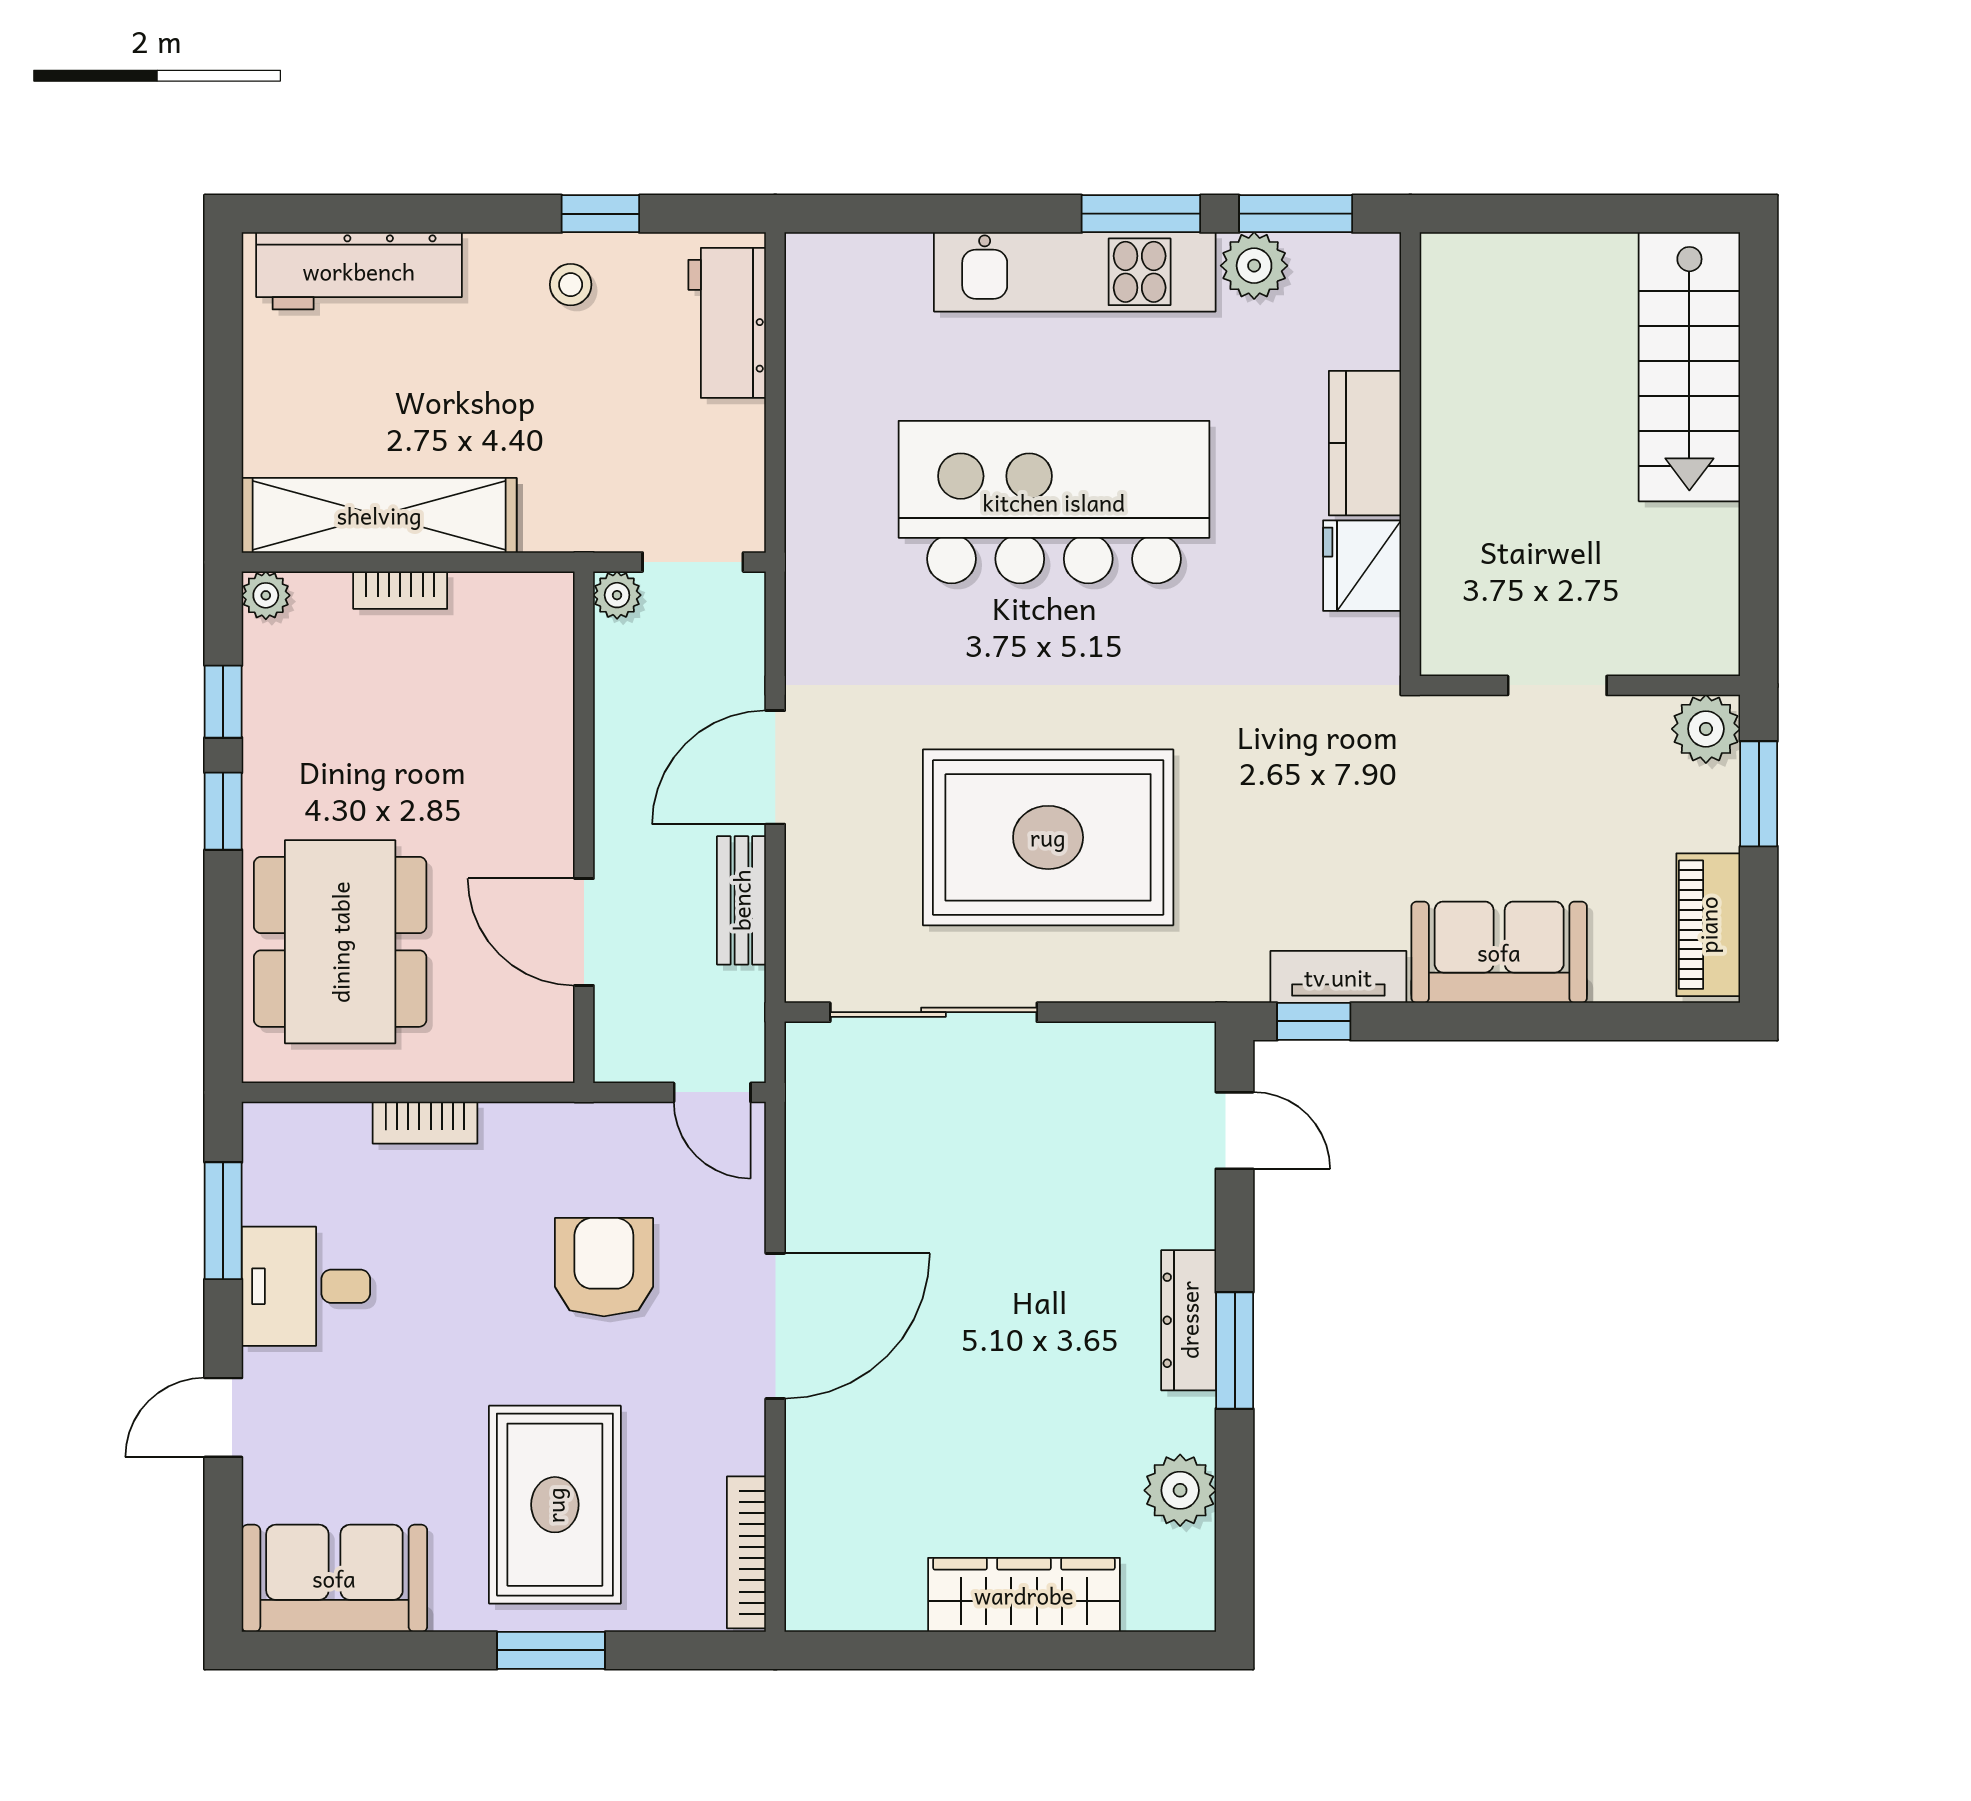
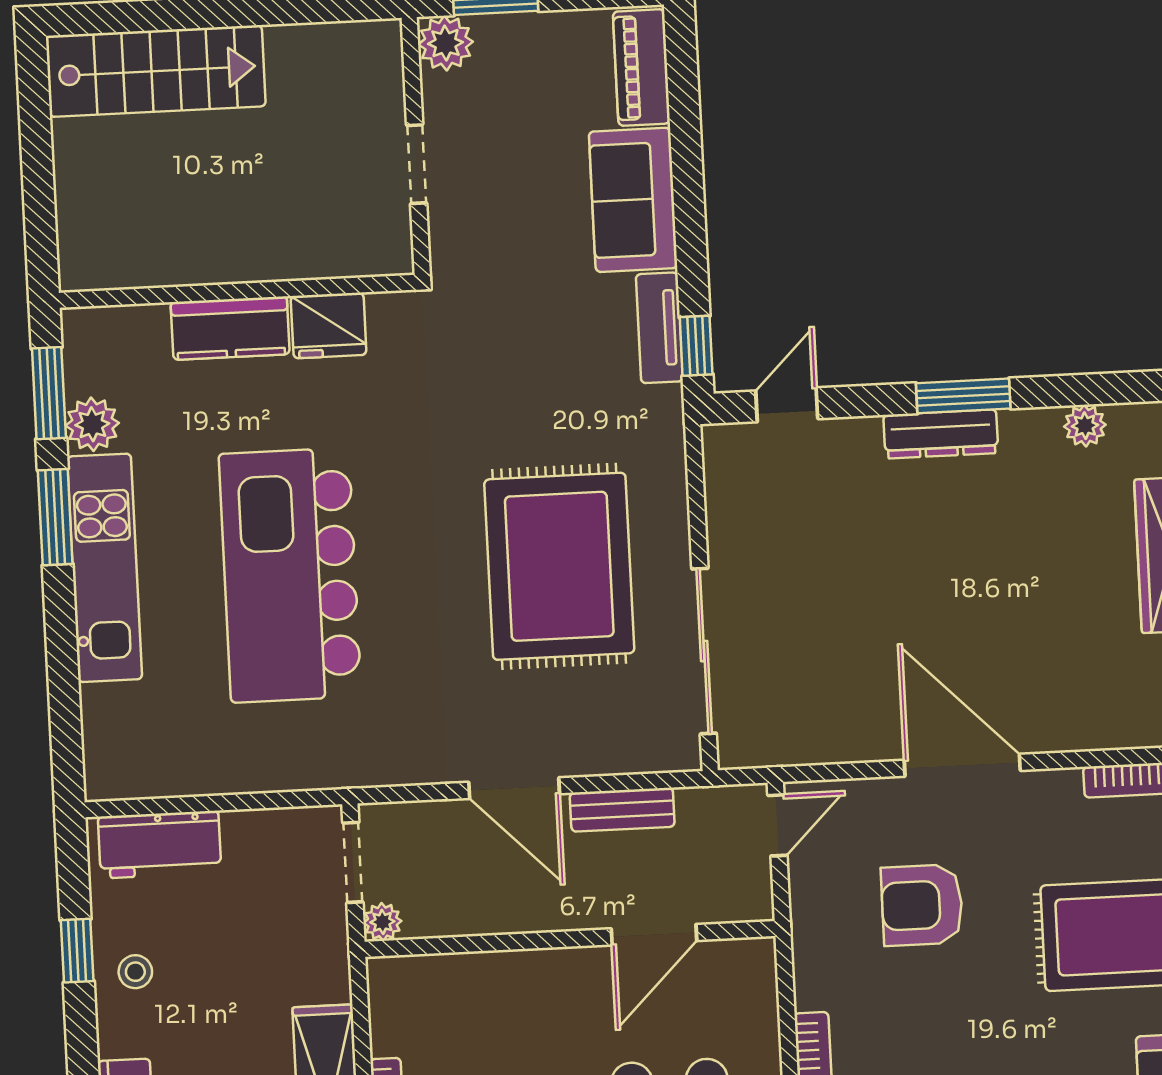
piano: (1708, 925) -> (641, 68), moved, turned 90
plant: (1180, 1490) -> (1085, 426), width x0.73, depth x0.73

